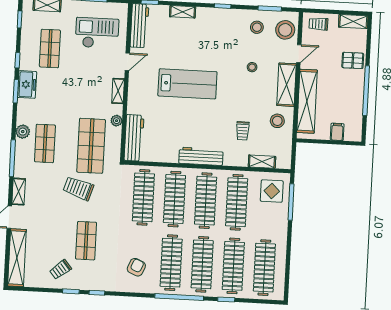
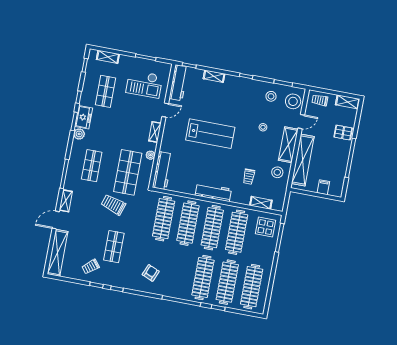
checkout: (97, 33) -> (144, 84), turned 180
plant: (23, 132) -> (79, 134), moved
clothes rail: (171, 263) -> (179, 273), removed

